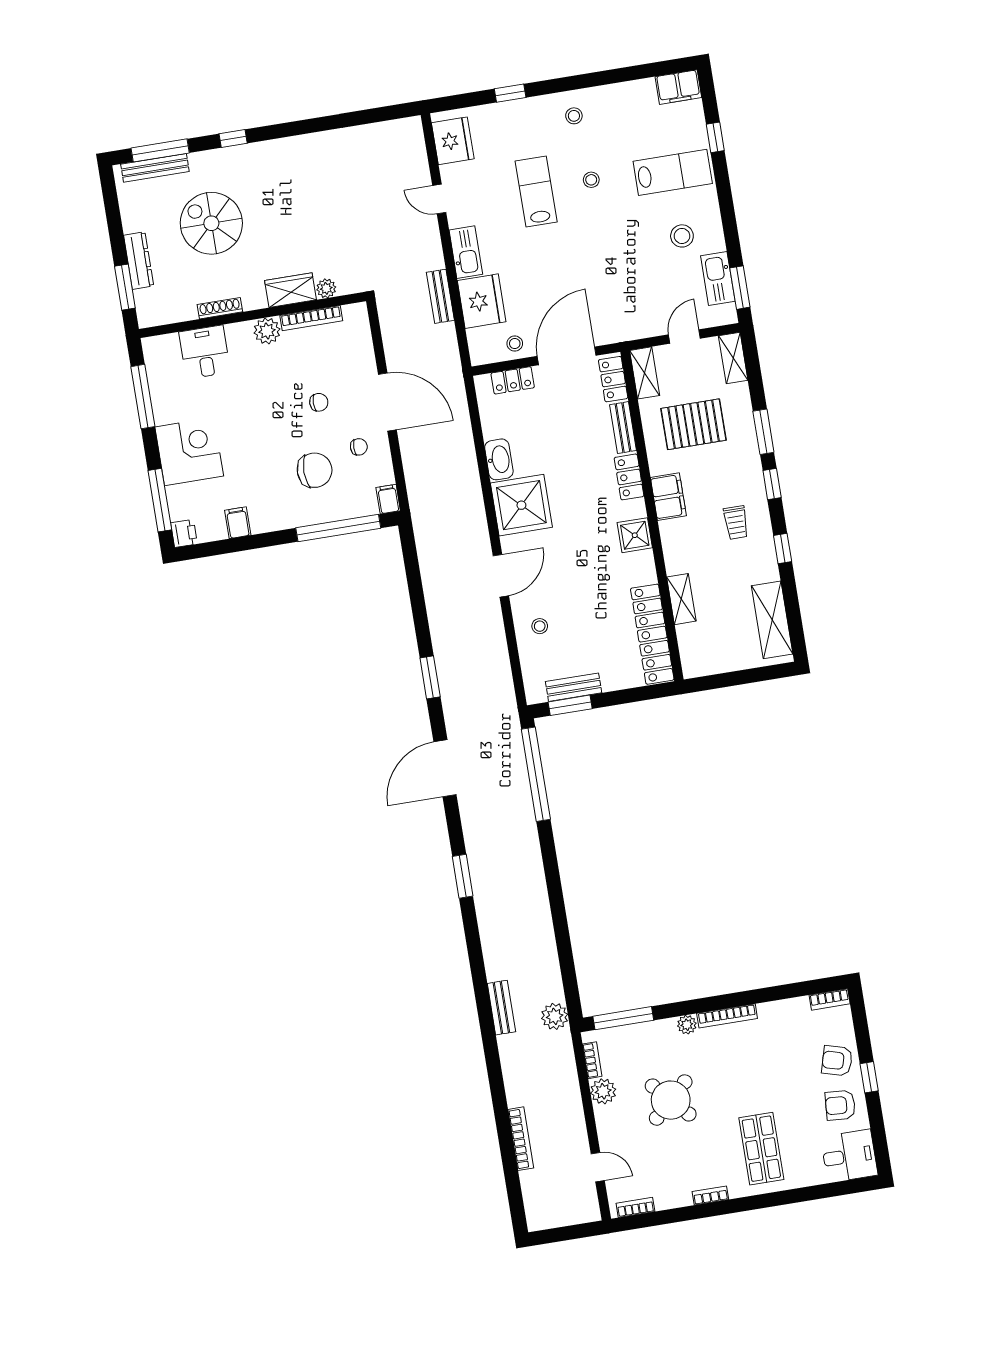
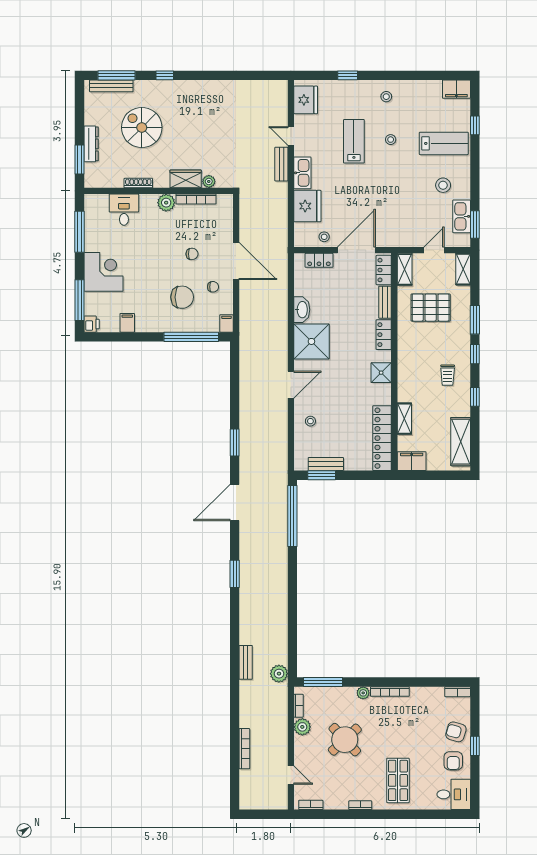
bench: (440, 296) -> (281, 164), moved
filing cabinet: (668, 497) -> (412, 461), moved, turned -90
armchair: (840, 1105) -> (453, 761), turned -94

